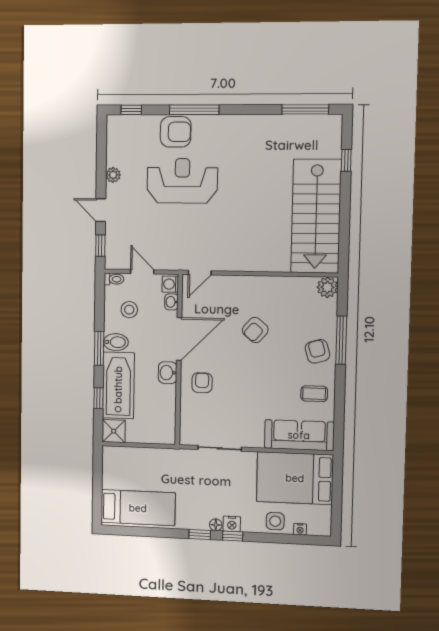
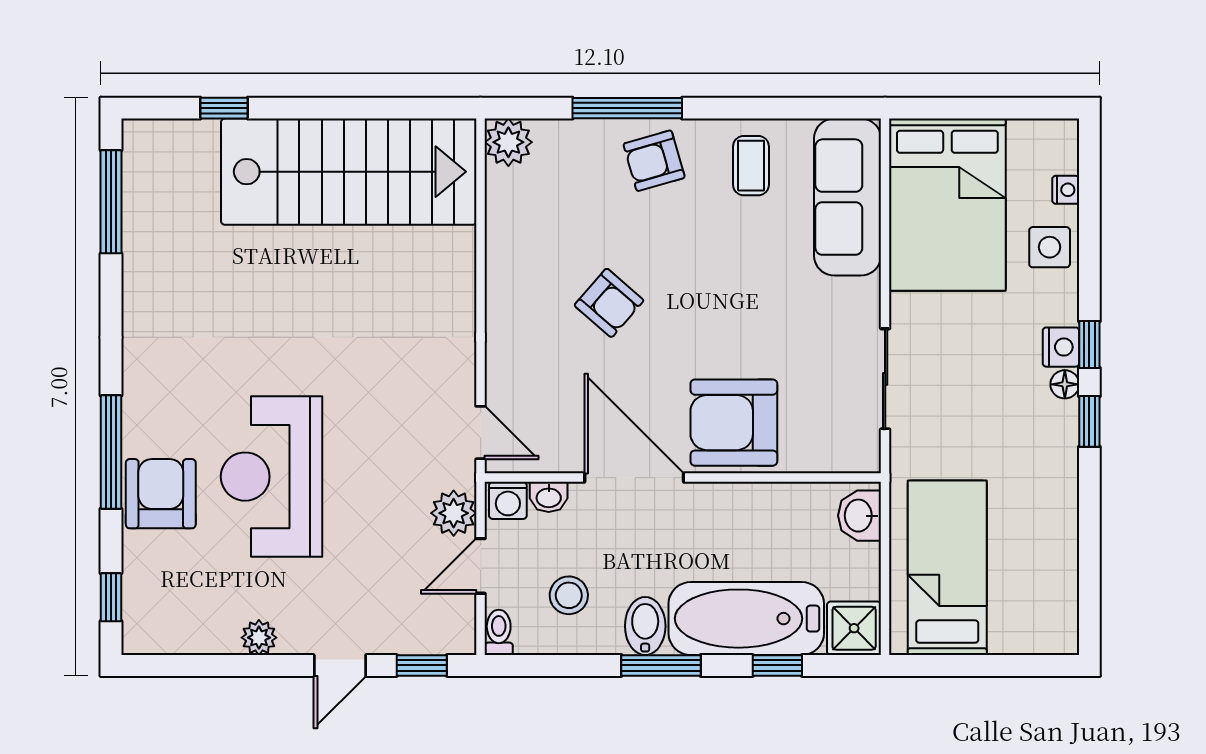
plant: (165, 260) -> (454, 513), added
washbasin: (168, 373) -> (860, 516), moved, turned 90
armchair: (202, 383) -> (734, 423), width x1.88, depth x1.88
bed: (138, 508) -> (947, 568), moved

